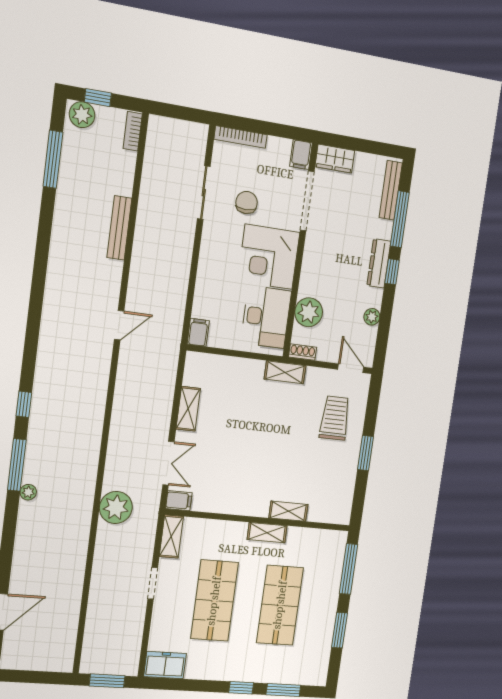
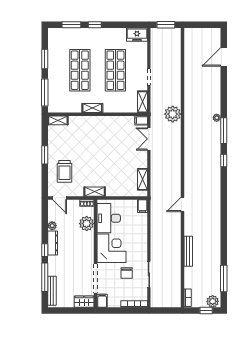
dresser: (379, 263) -> (53, 243), moved
shelving: (188, 409) -> (142, 179), moved
shelving: (288, 511) -> (58, 120), moved

